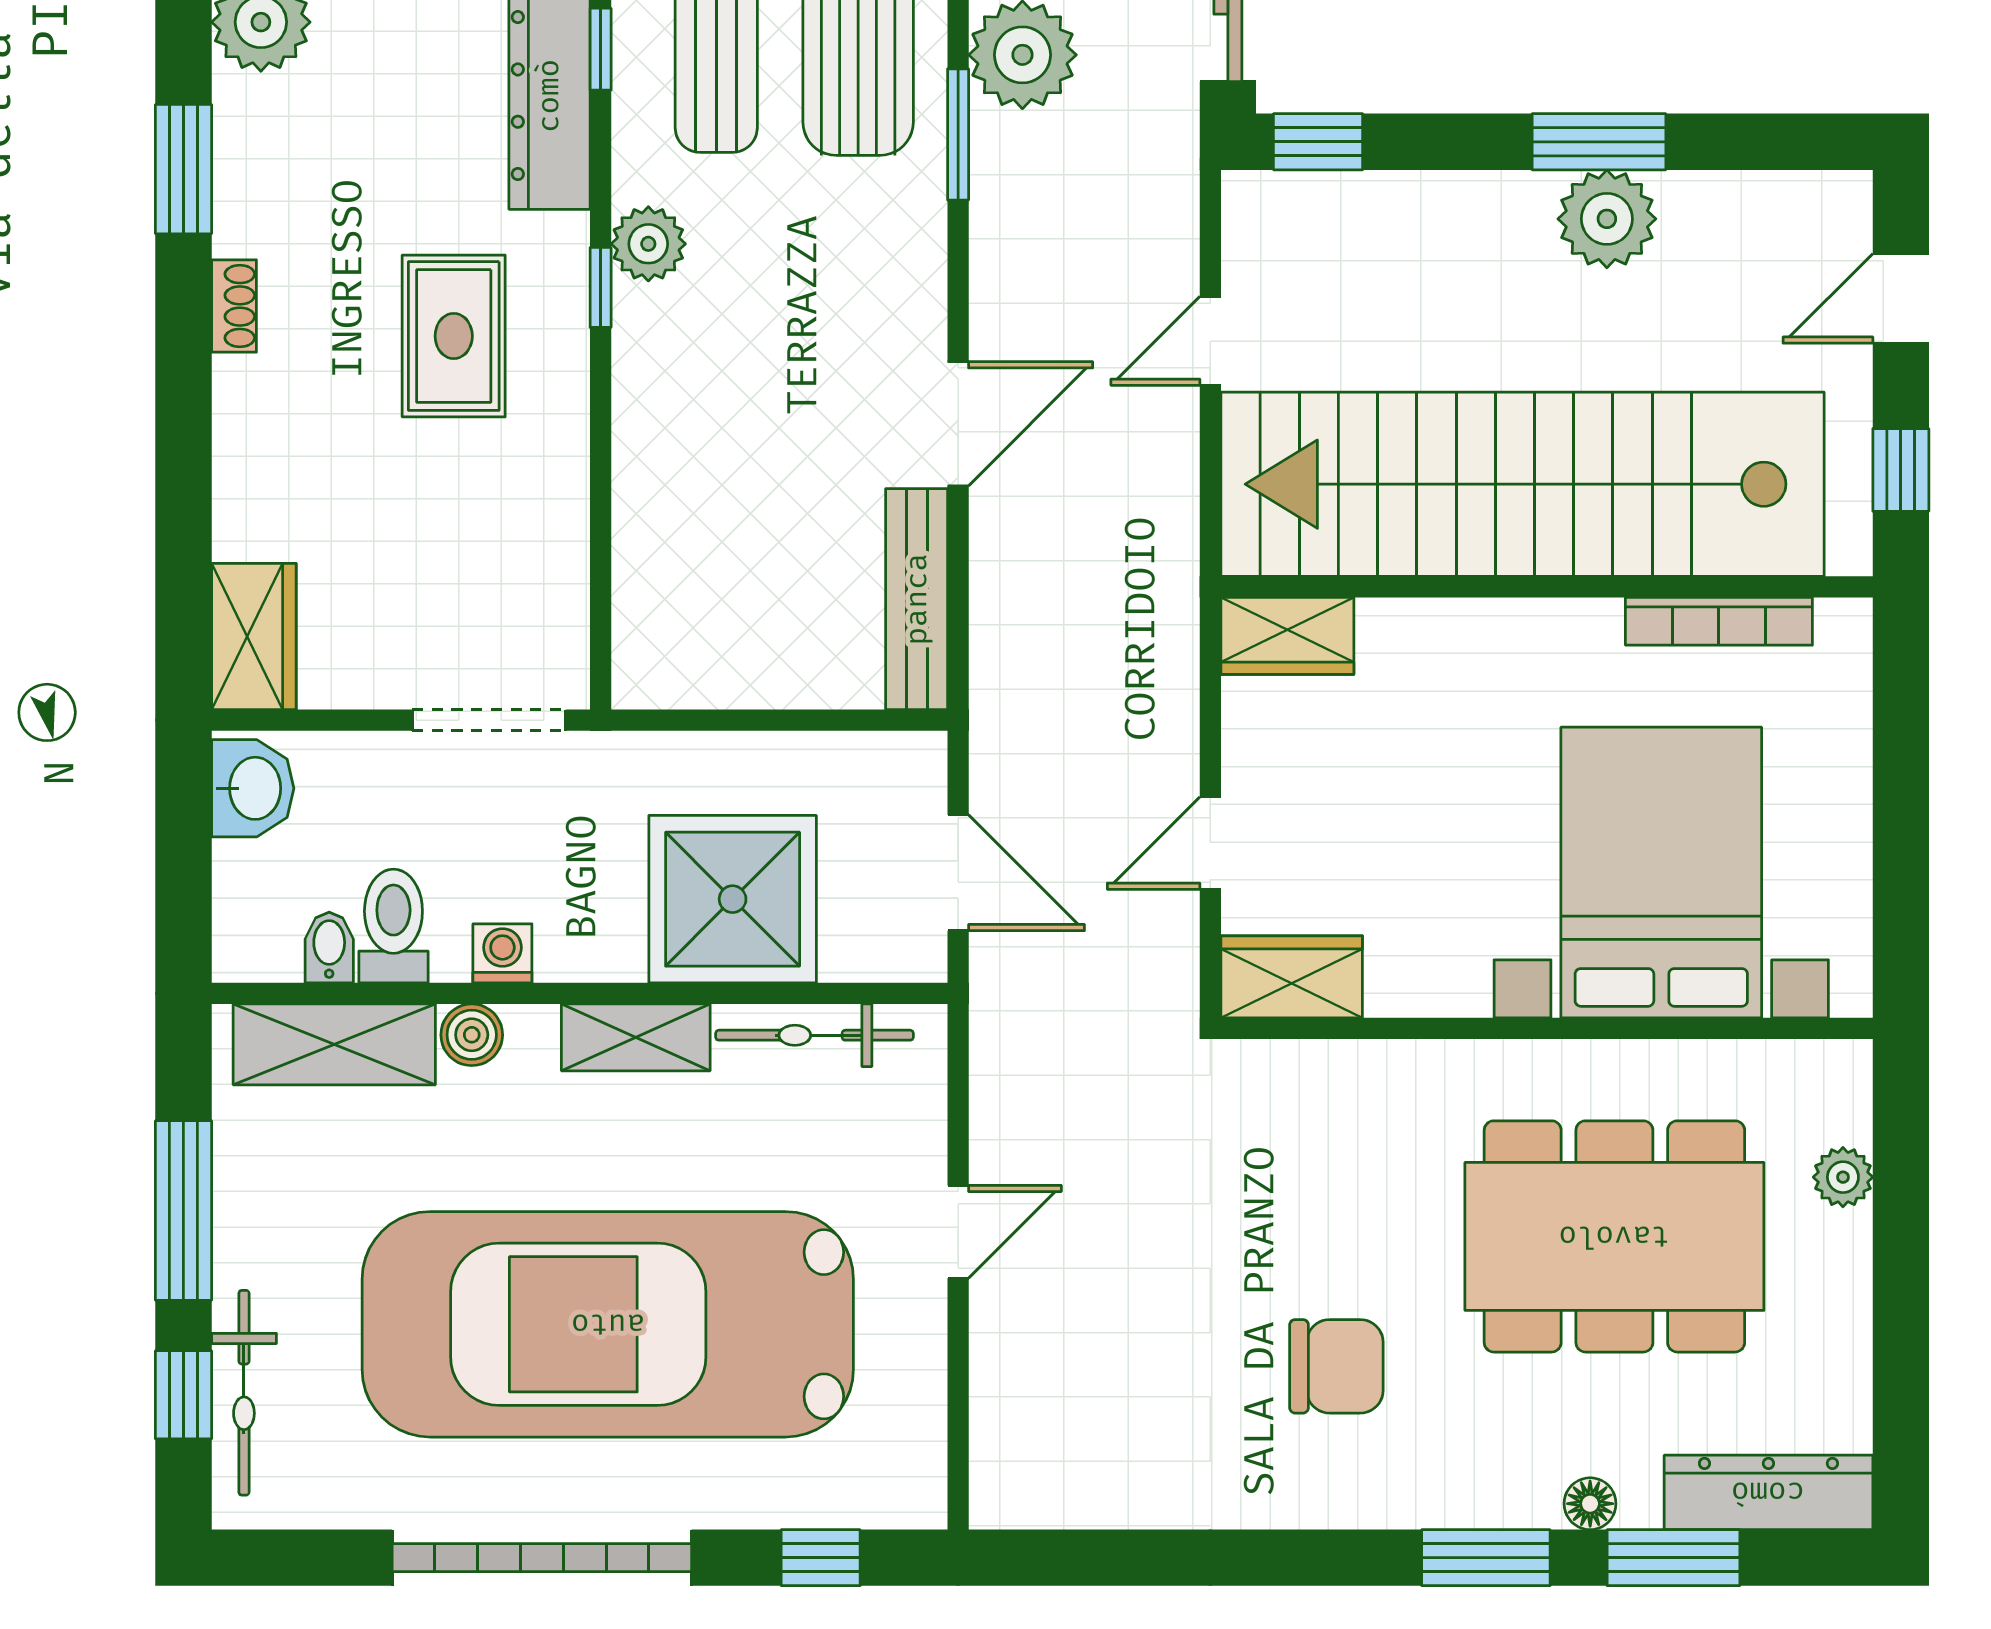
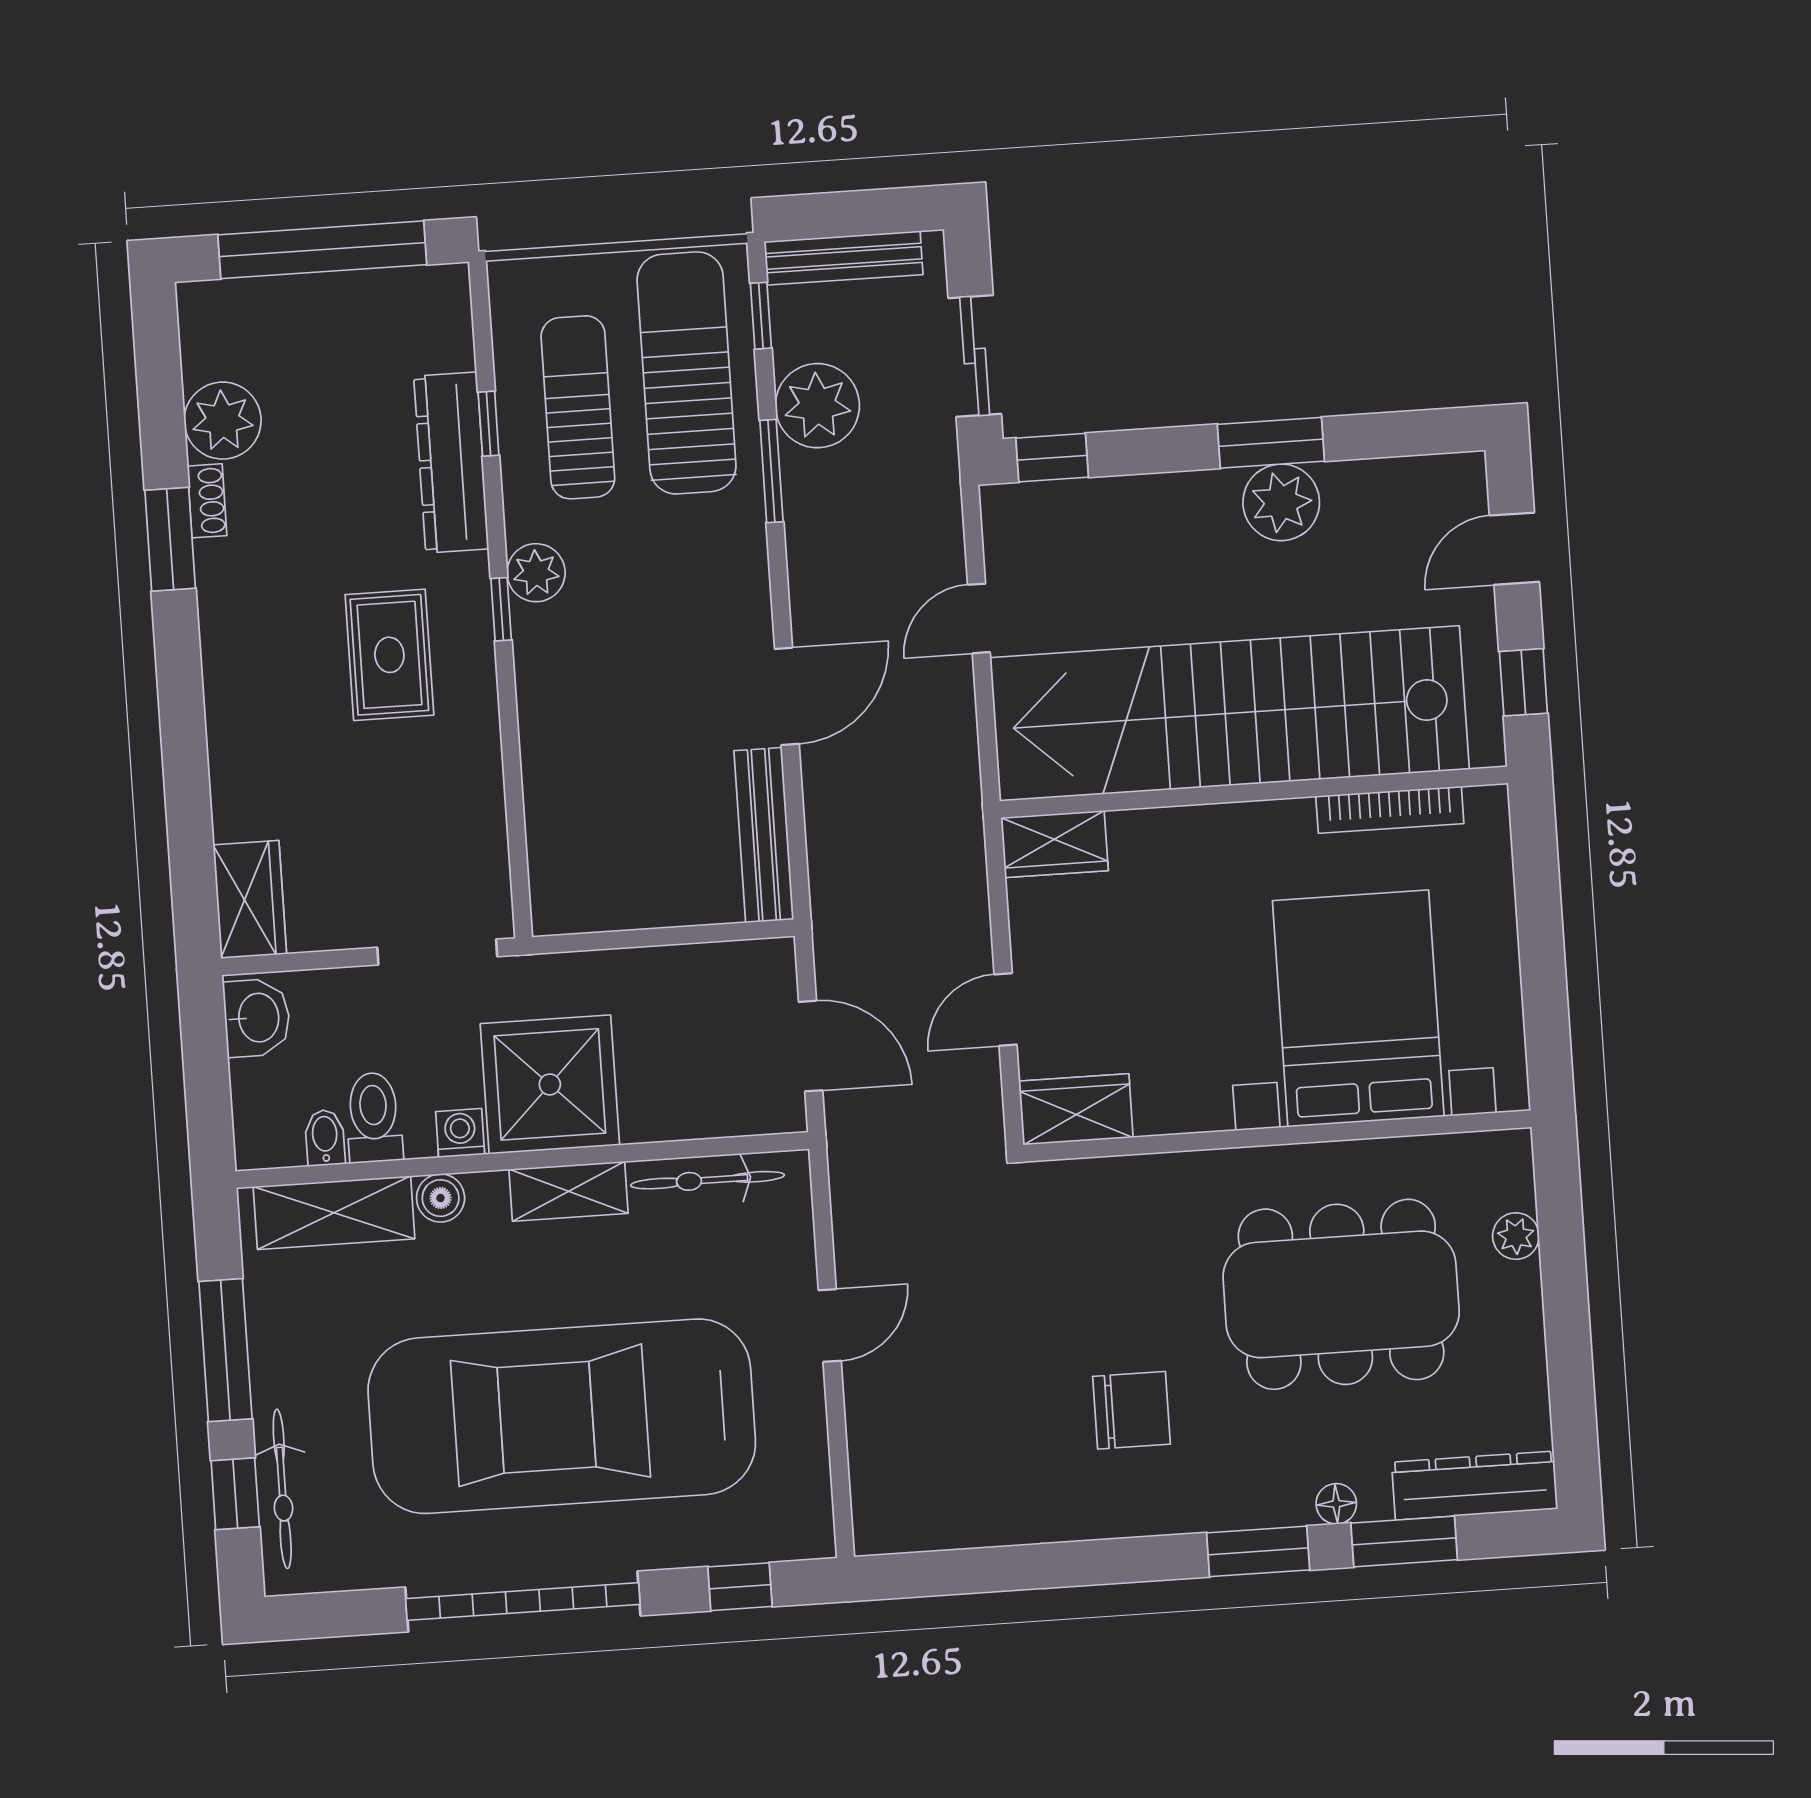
shoe rack: (234, 306) -> (207, 501), moved
shower: (733, 899) -> (550, 1084), moved

